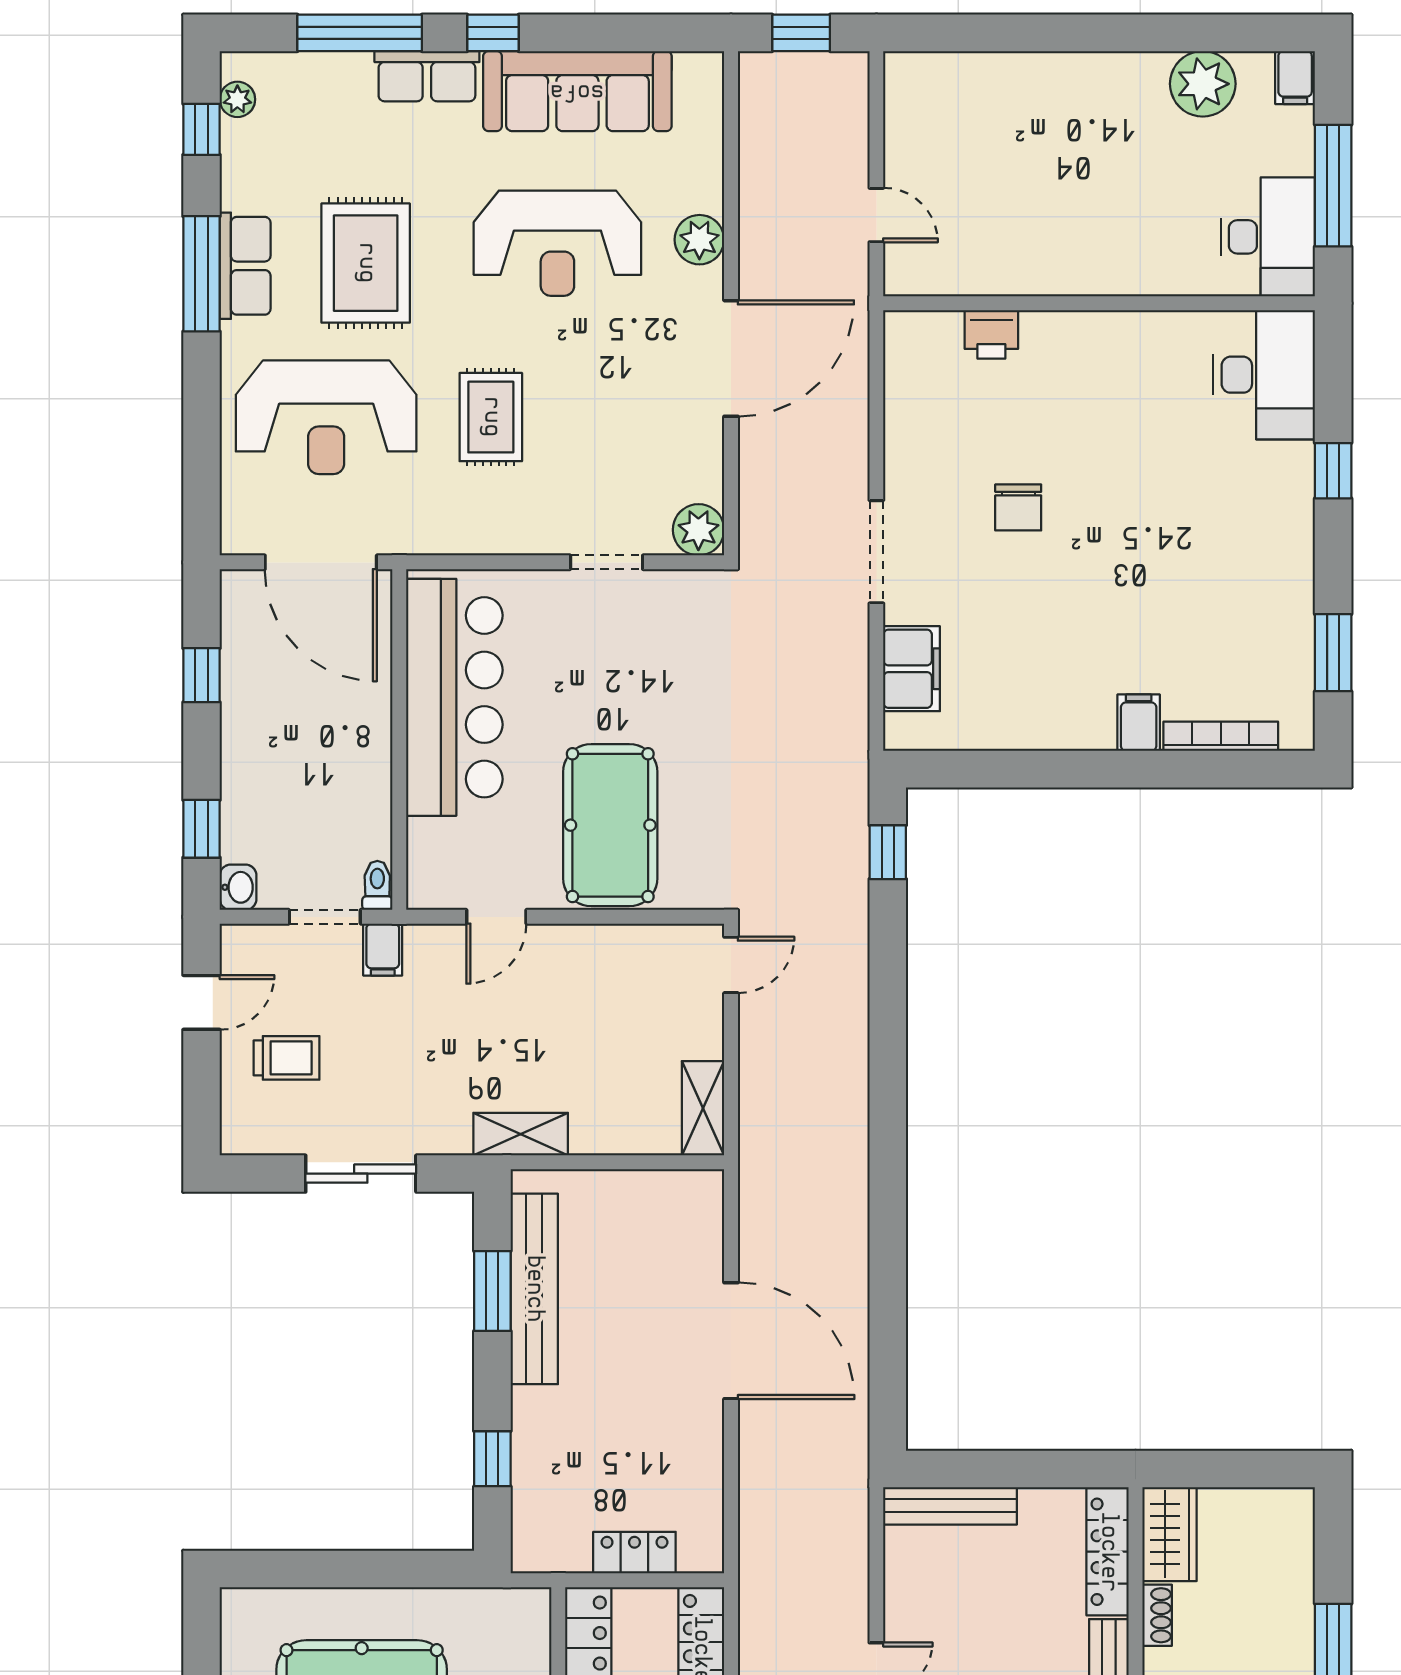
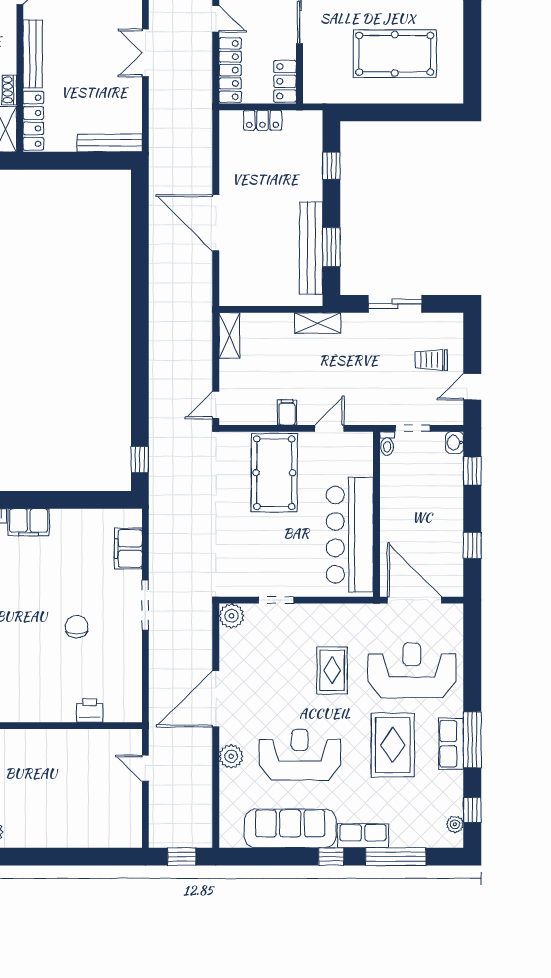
filing cabinet: (1139, 723) -> (29, 522), width x2.00
filing cabinet: (383, 950) -> (287, 412), moved

